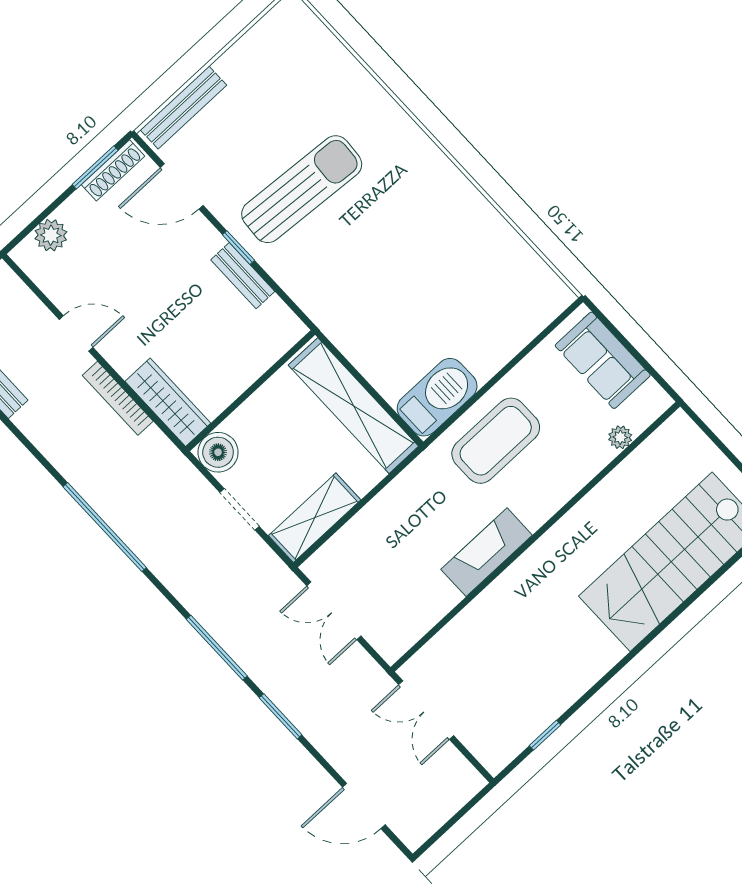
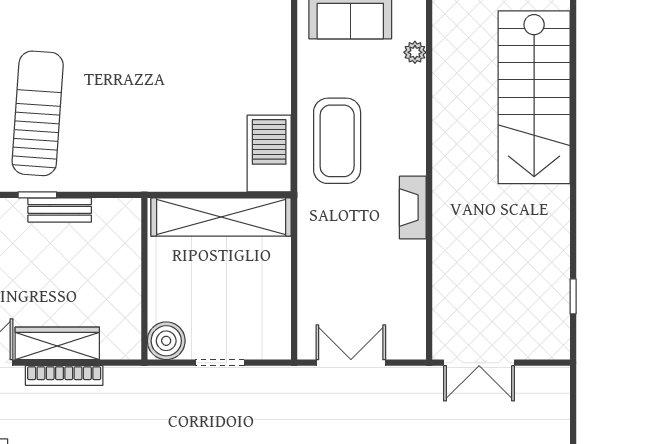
wardrobe: (168, 402) -> (57, 343), moved
shelving: (315, 518) -> (274, 316), removed
fireplace: (487, 552) -> (413, 208), width x0.73, depth x0.76
double door: (334, 611) -> (351, 363), swing flipped

